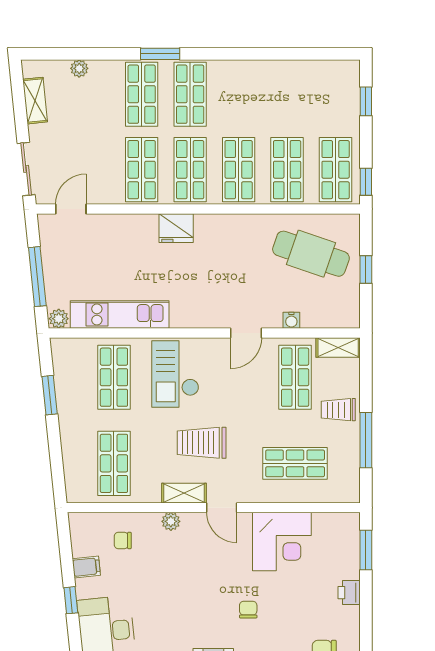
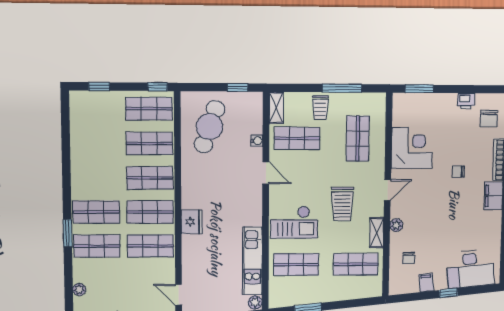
window: (366, 269) -> (238, 87), moved
shelving: (184, 493) -> (377, 233), moved
printer: (349, 593) -> (466, 101), moved

